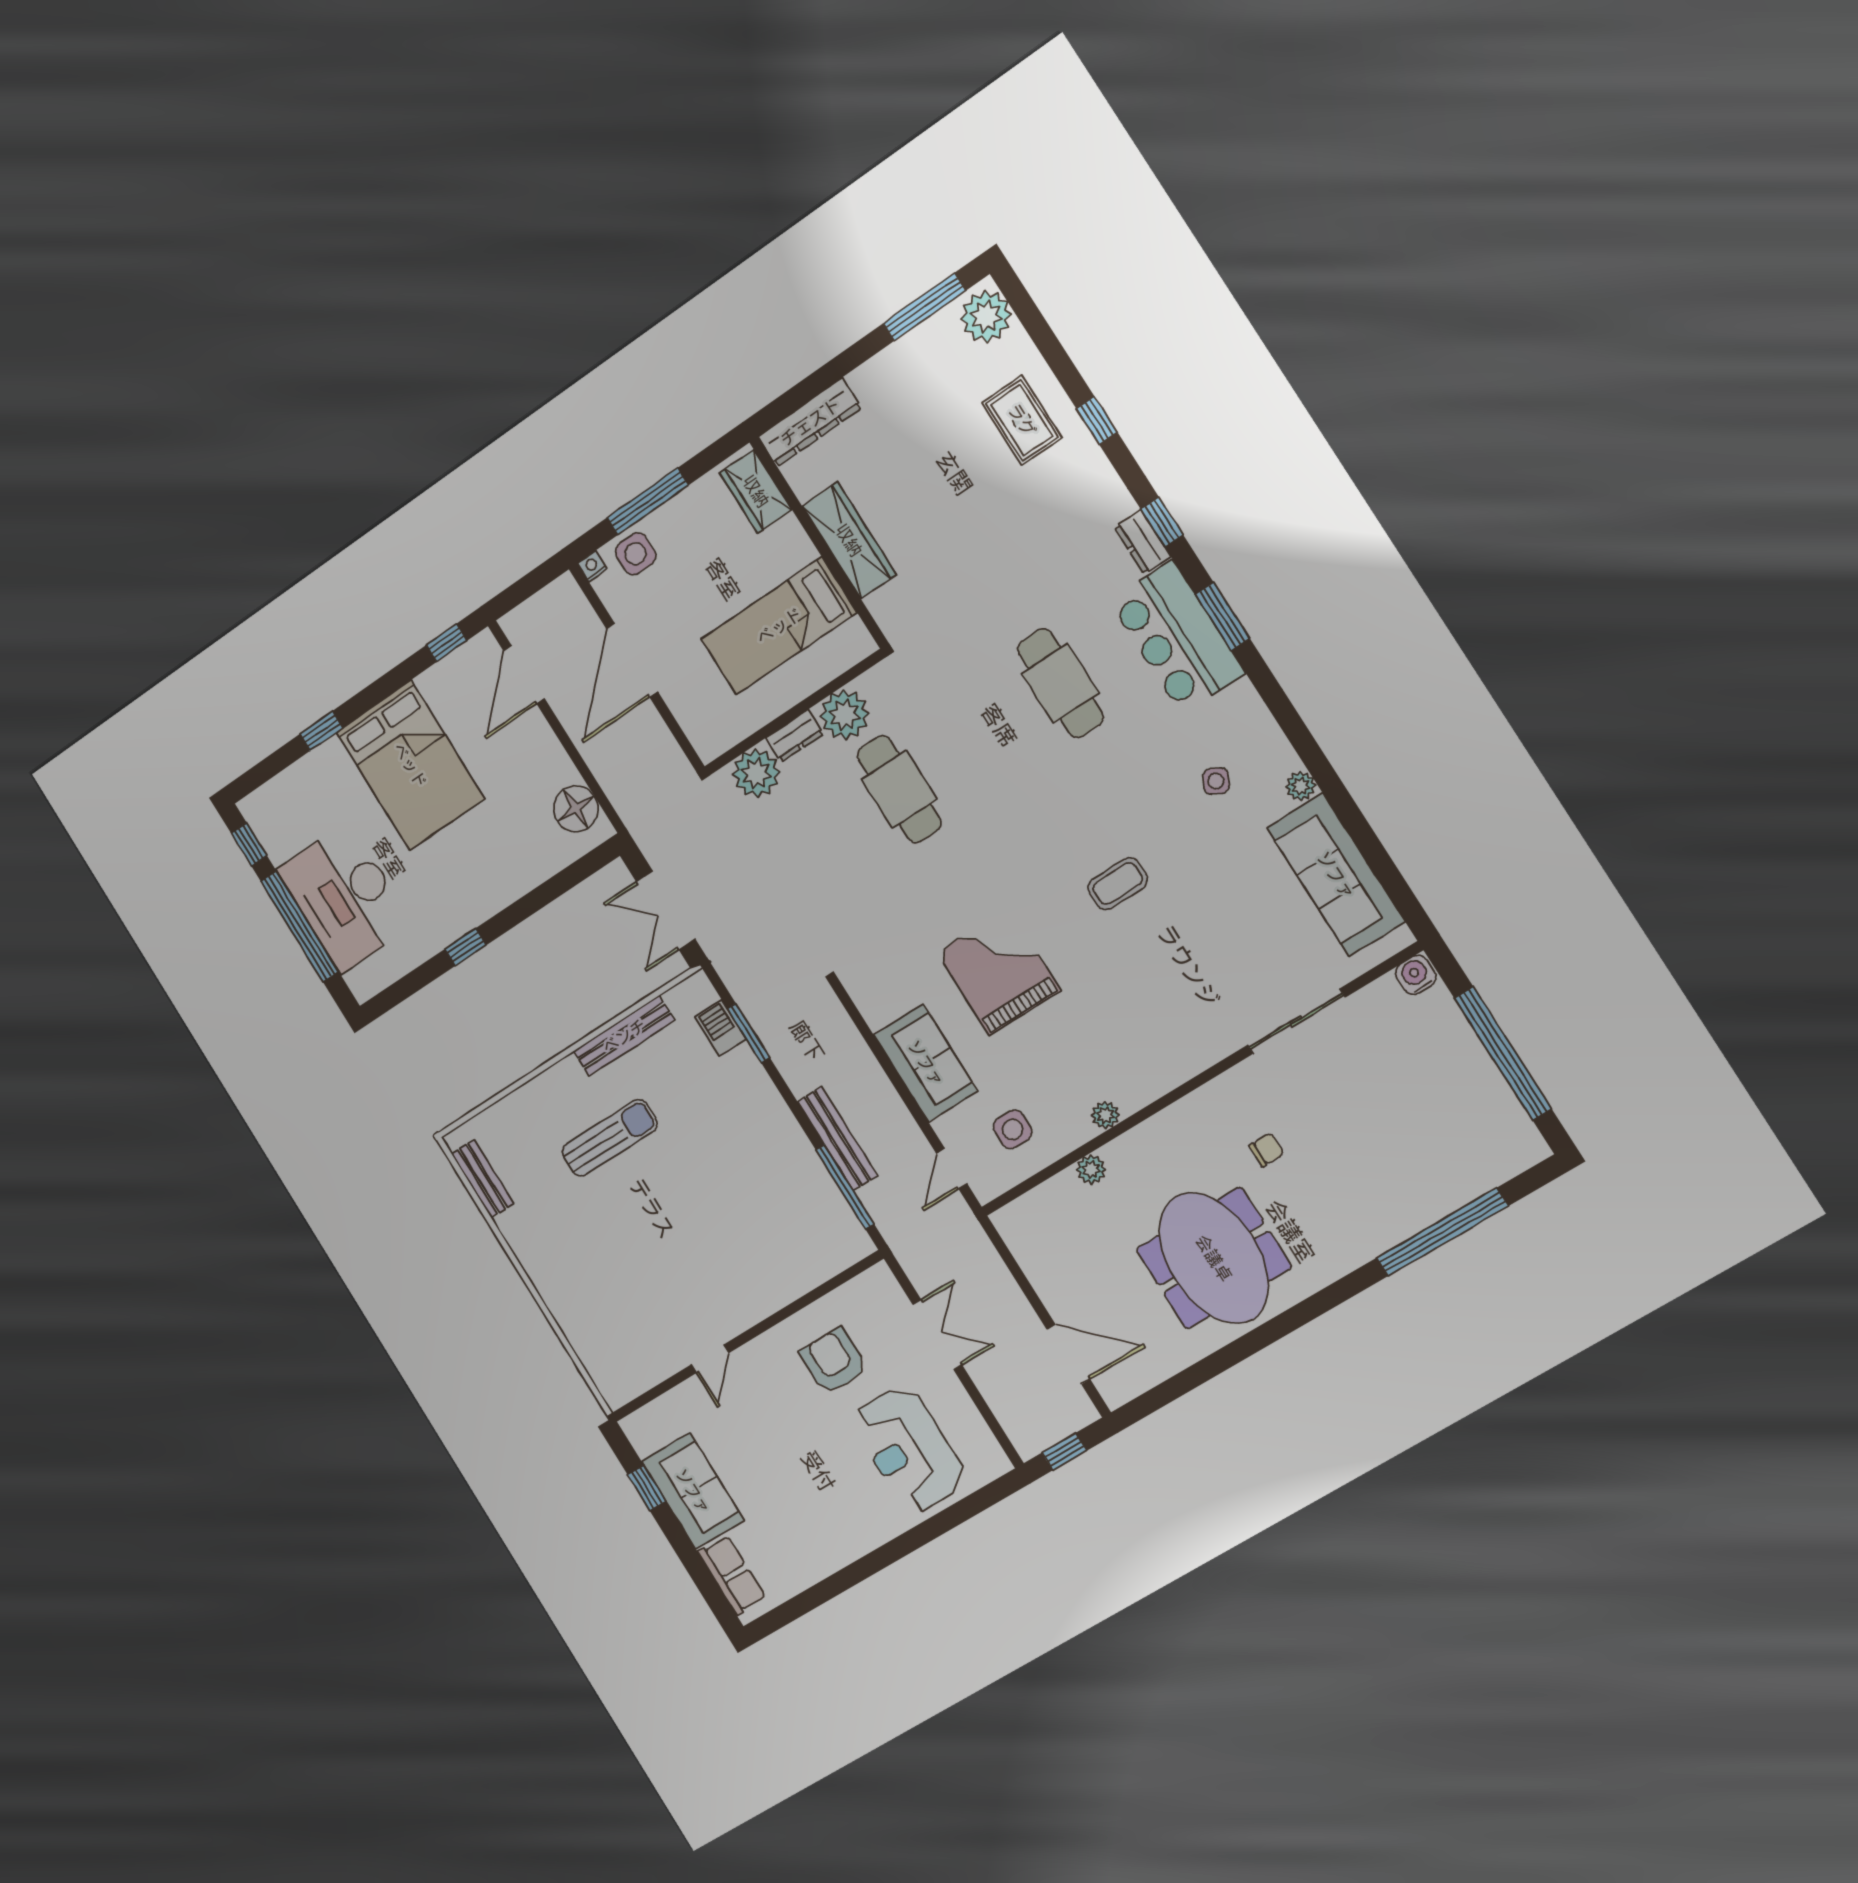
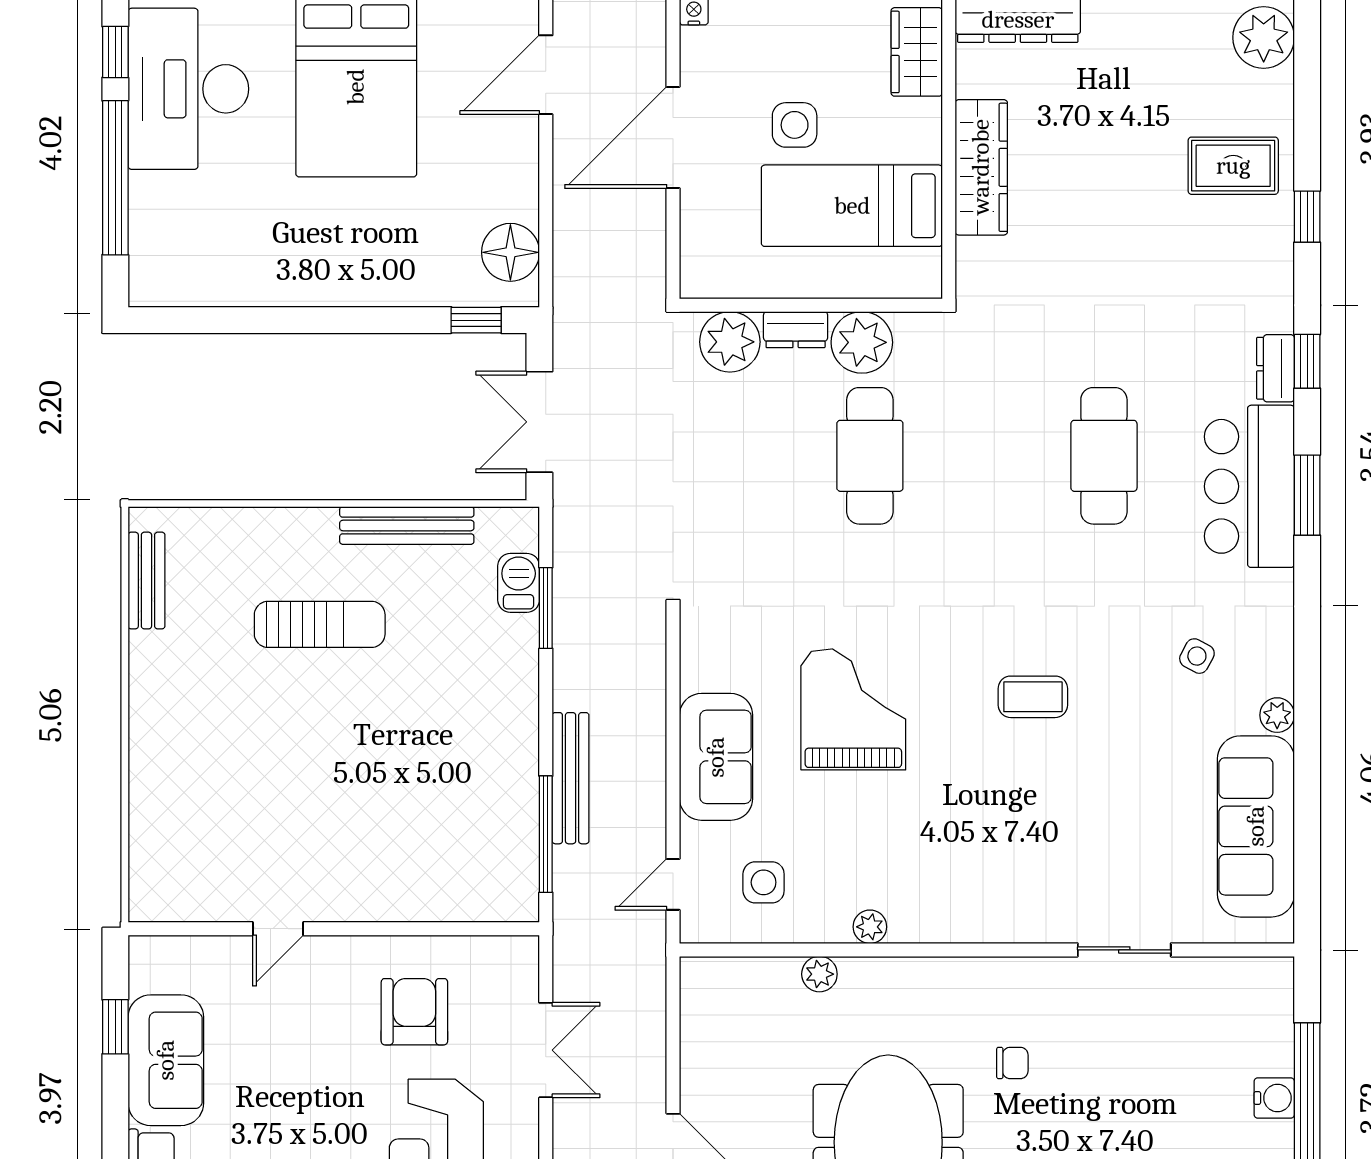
rug: (1022, 420) -> (1233, 166), turned 90
side table: (635, 554) -> (795, 125), moved
desk: (345, 897) -> (188, 89), moved
window: (465, 947) -> (476, 320), moved
water cooler: (1416, 975) -> (1274, 1098), moved, turned 90
sliding door: (1296, 1021) -> (1124, 950), width x0.73

